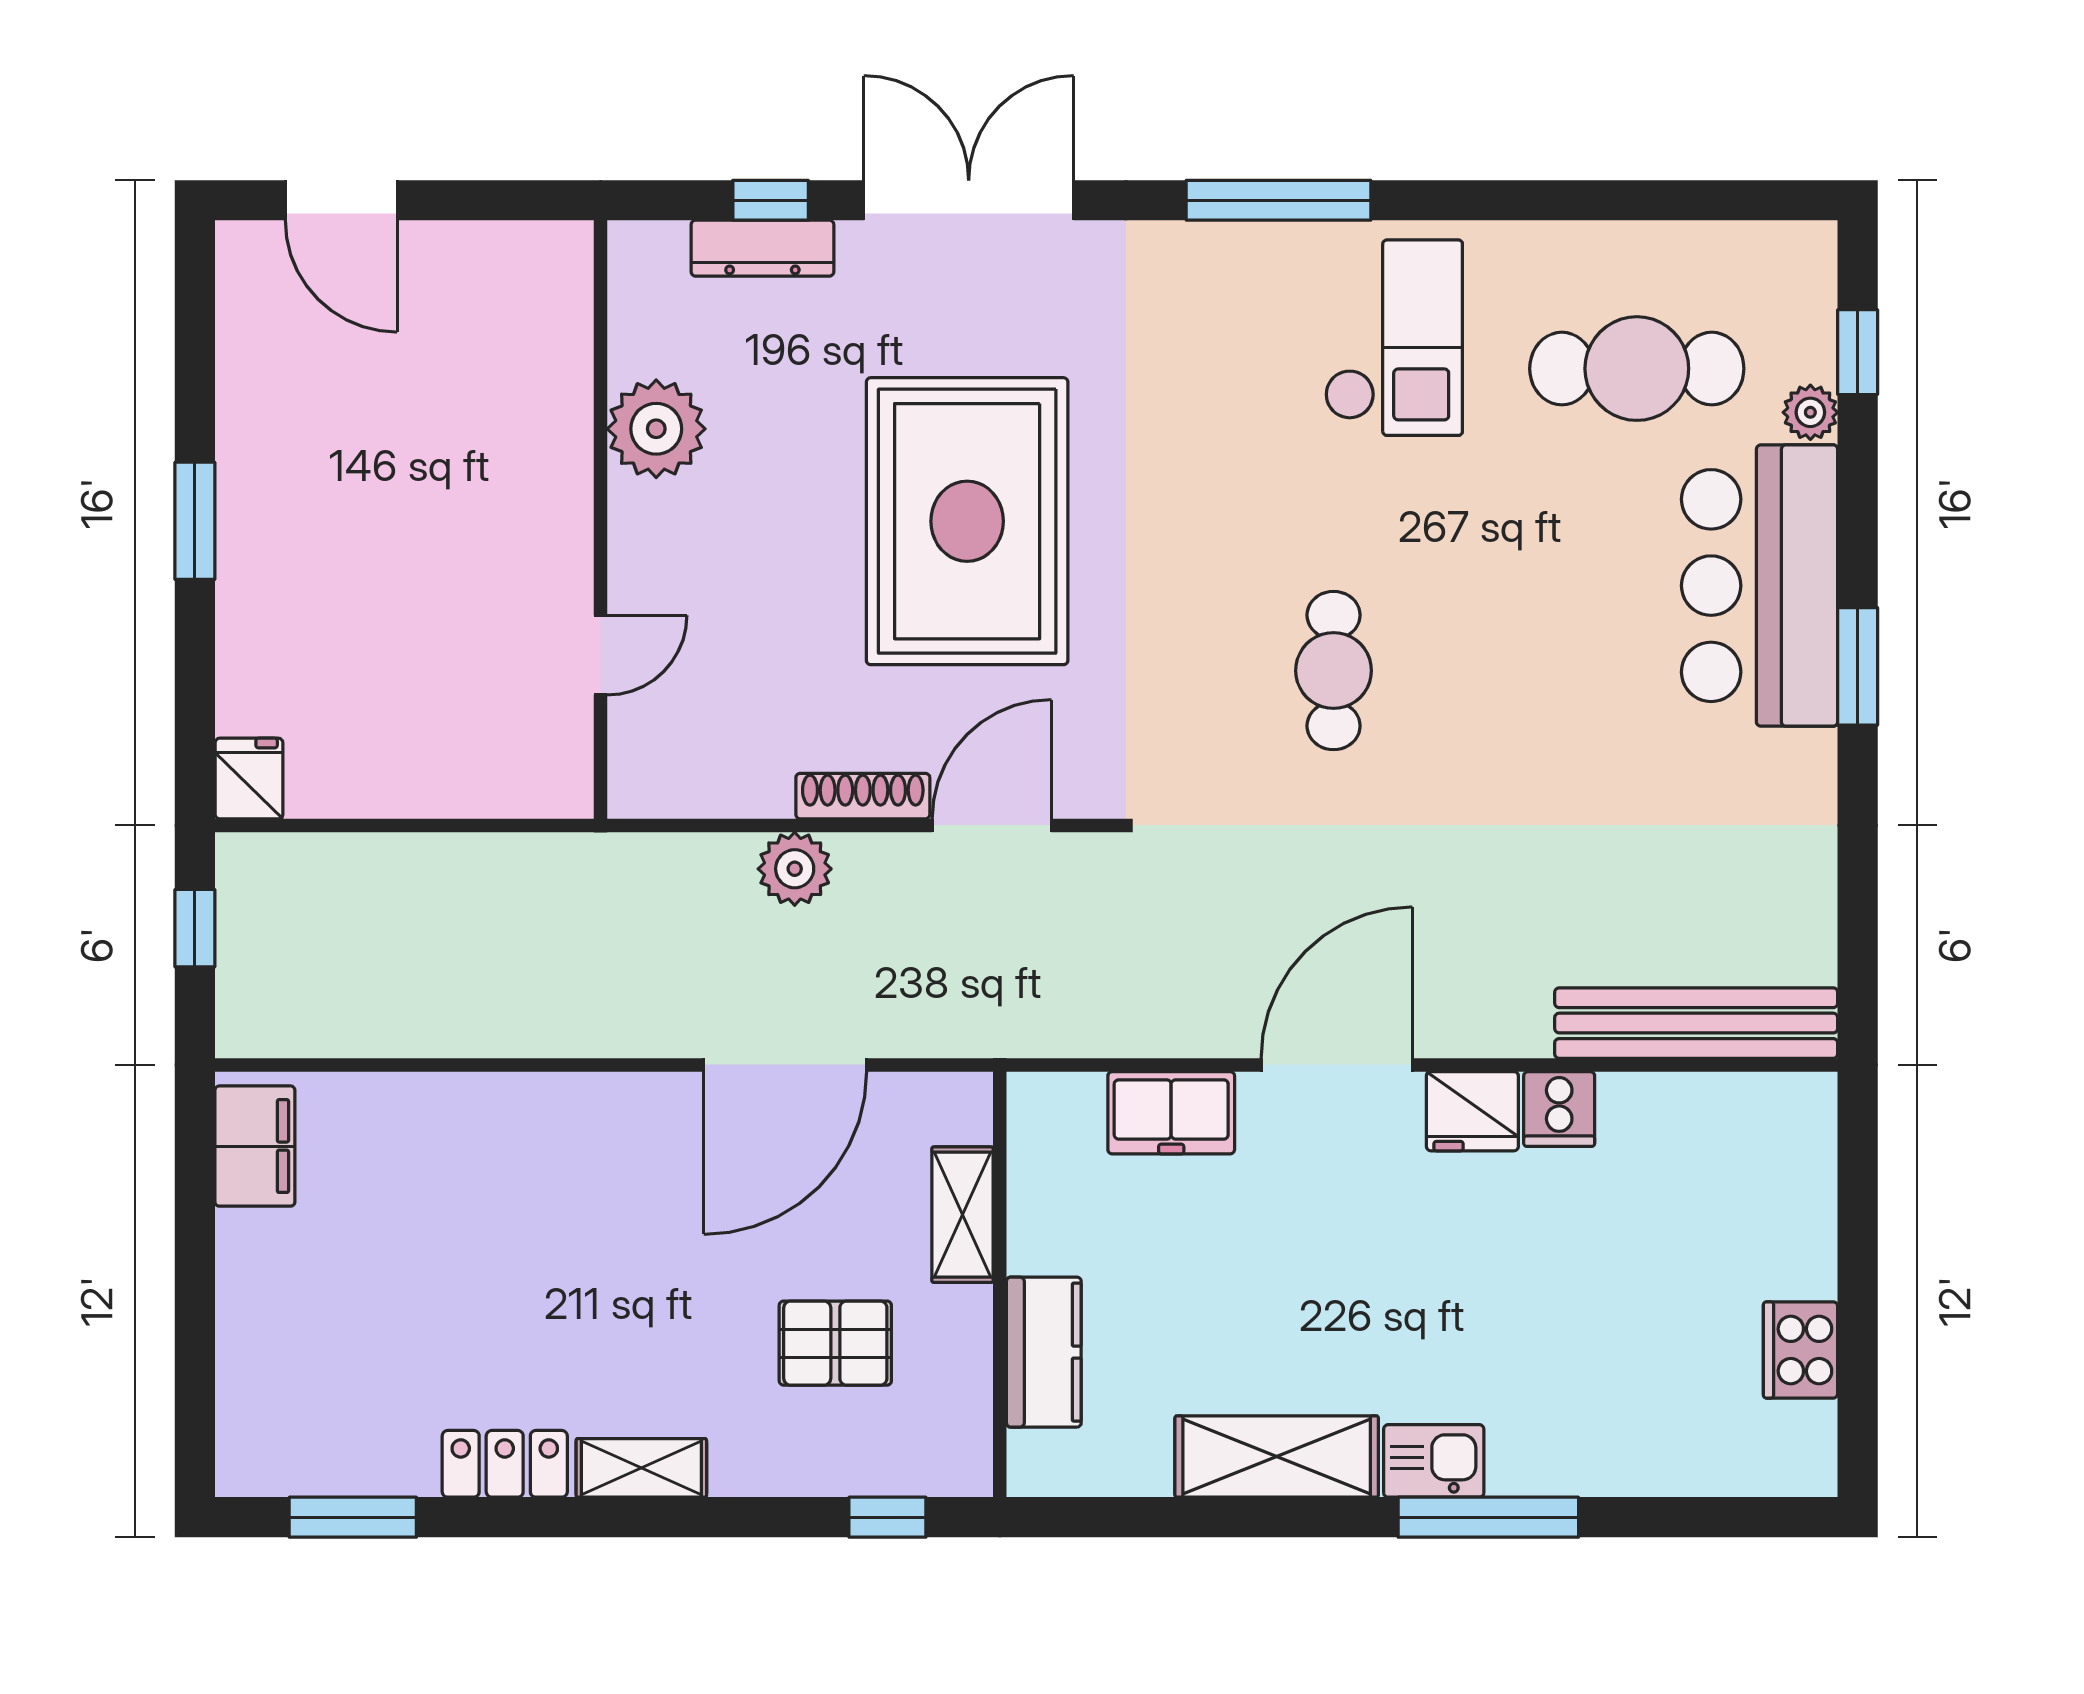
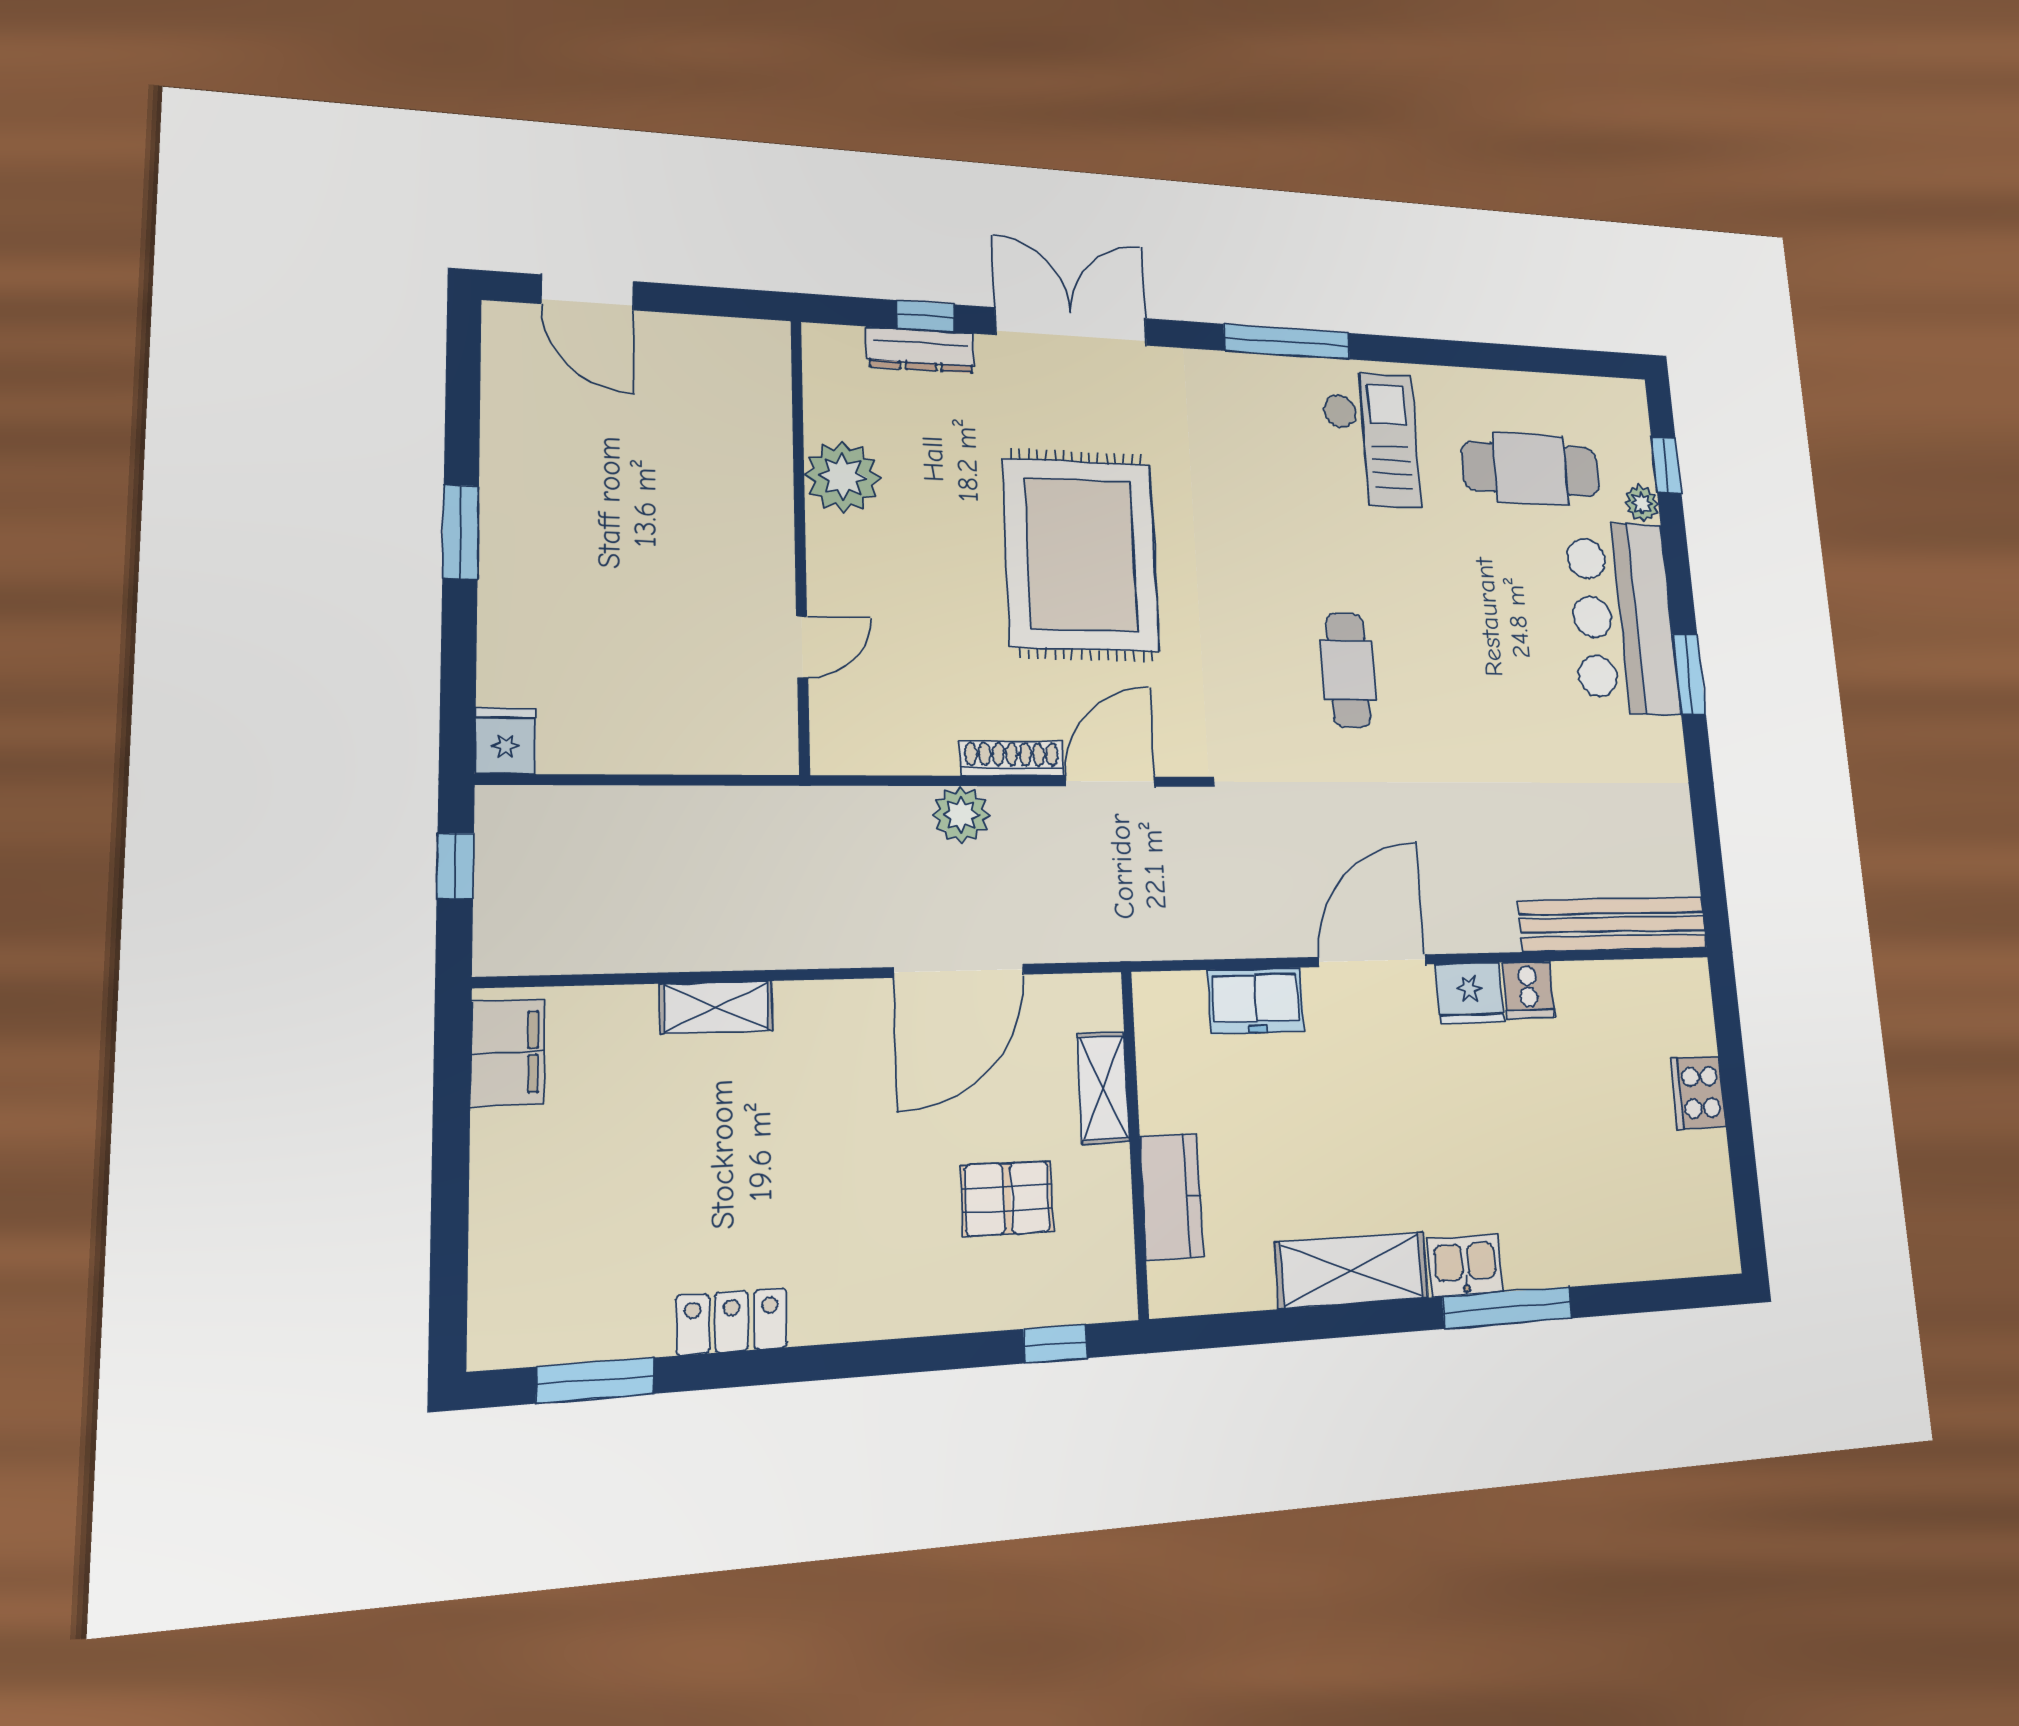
cooker: (1800, 1350) -> (1698, 1092), moved
shelving: (641, 1468) -> (716, 1007), moved

